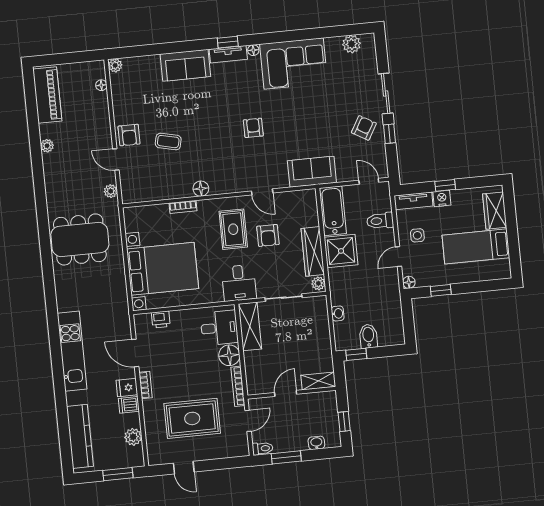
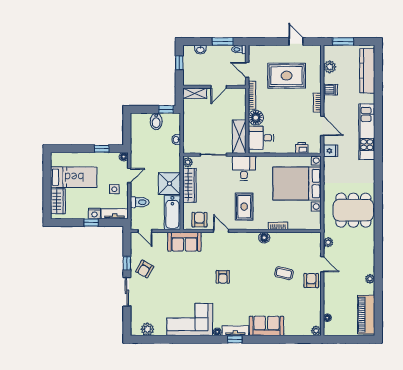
armchair: (268, 235) -> (199, 220), moved
fridge: (127, 388) -> (331, 151), moved
door: (248, 421) -> (247, 70), hinge flipped

